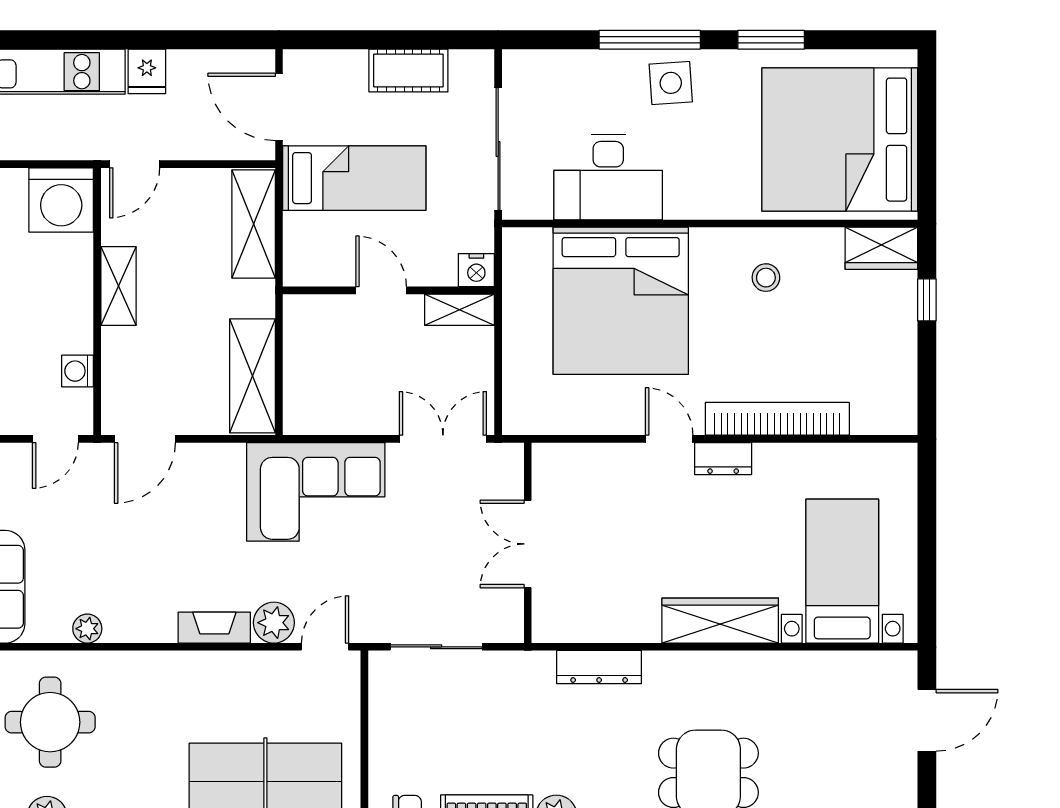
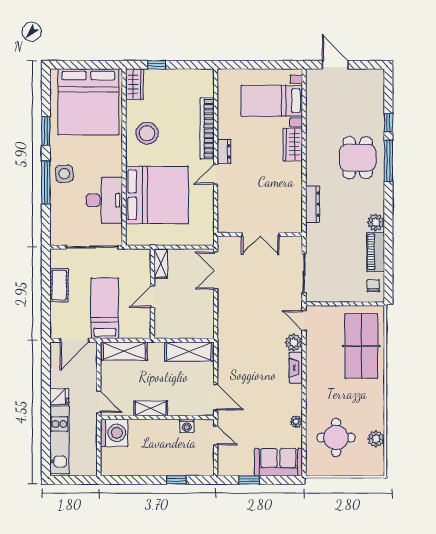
nightstand: (476, 270) -> (144, 256), removed
stool: (766, 278) -> (147, 133), width x1.89, depth x1.89
corner sofa: (316, 492) -> (238, 325), removed
wardrobe: (720, 621) -> (293, 144), width x0.67

